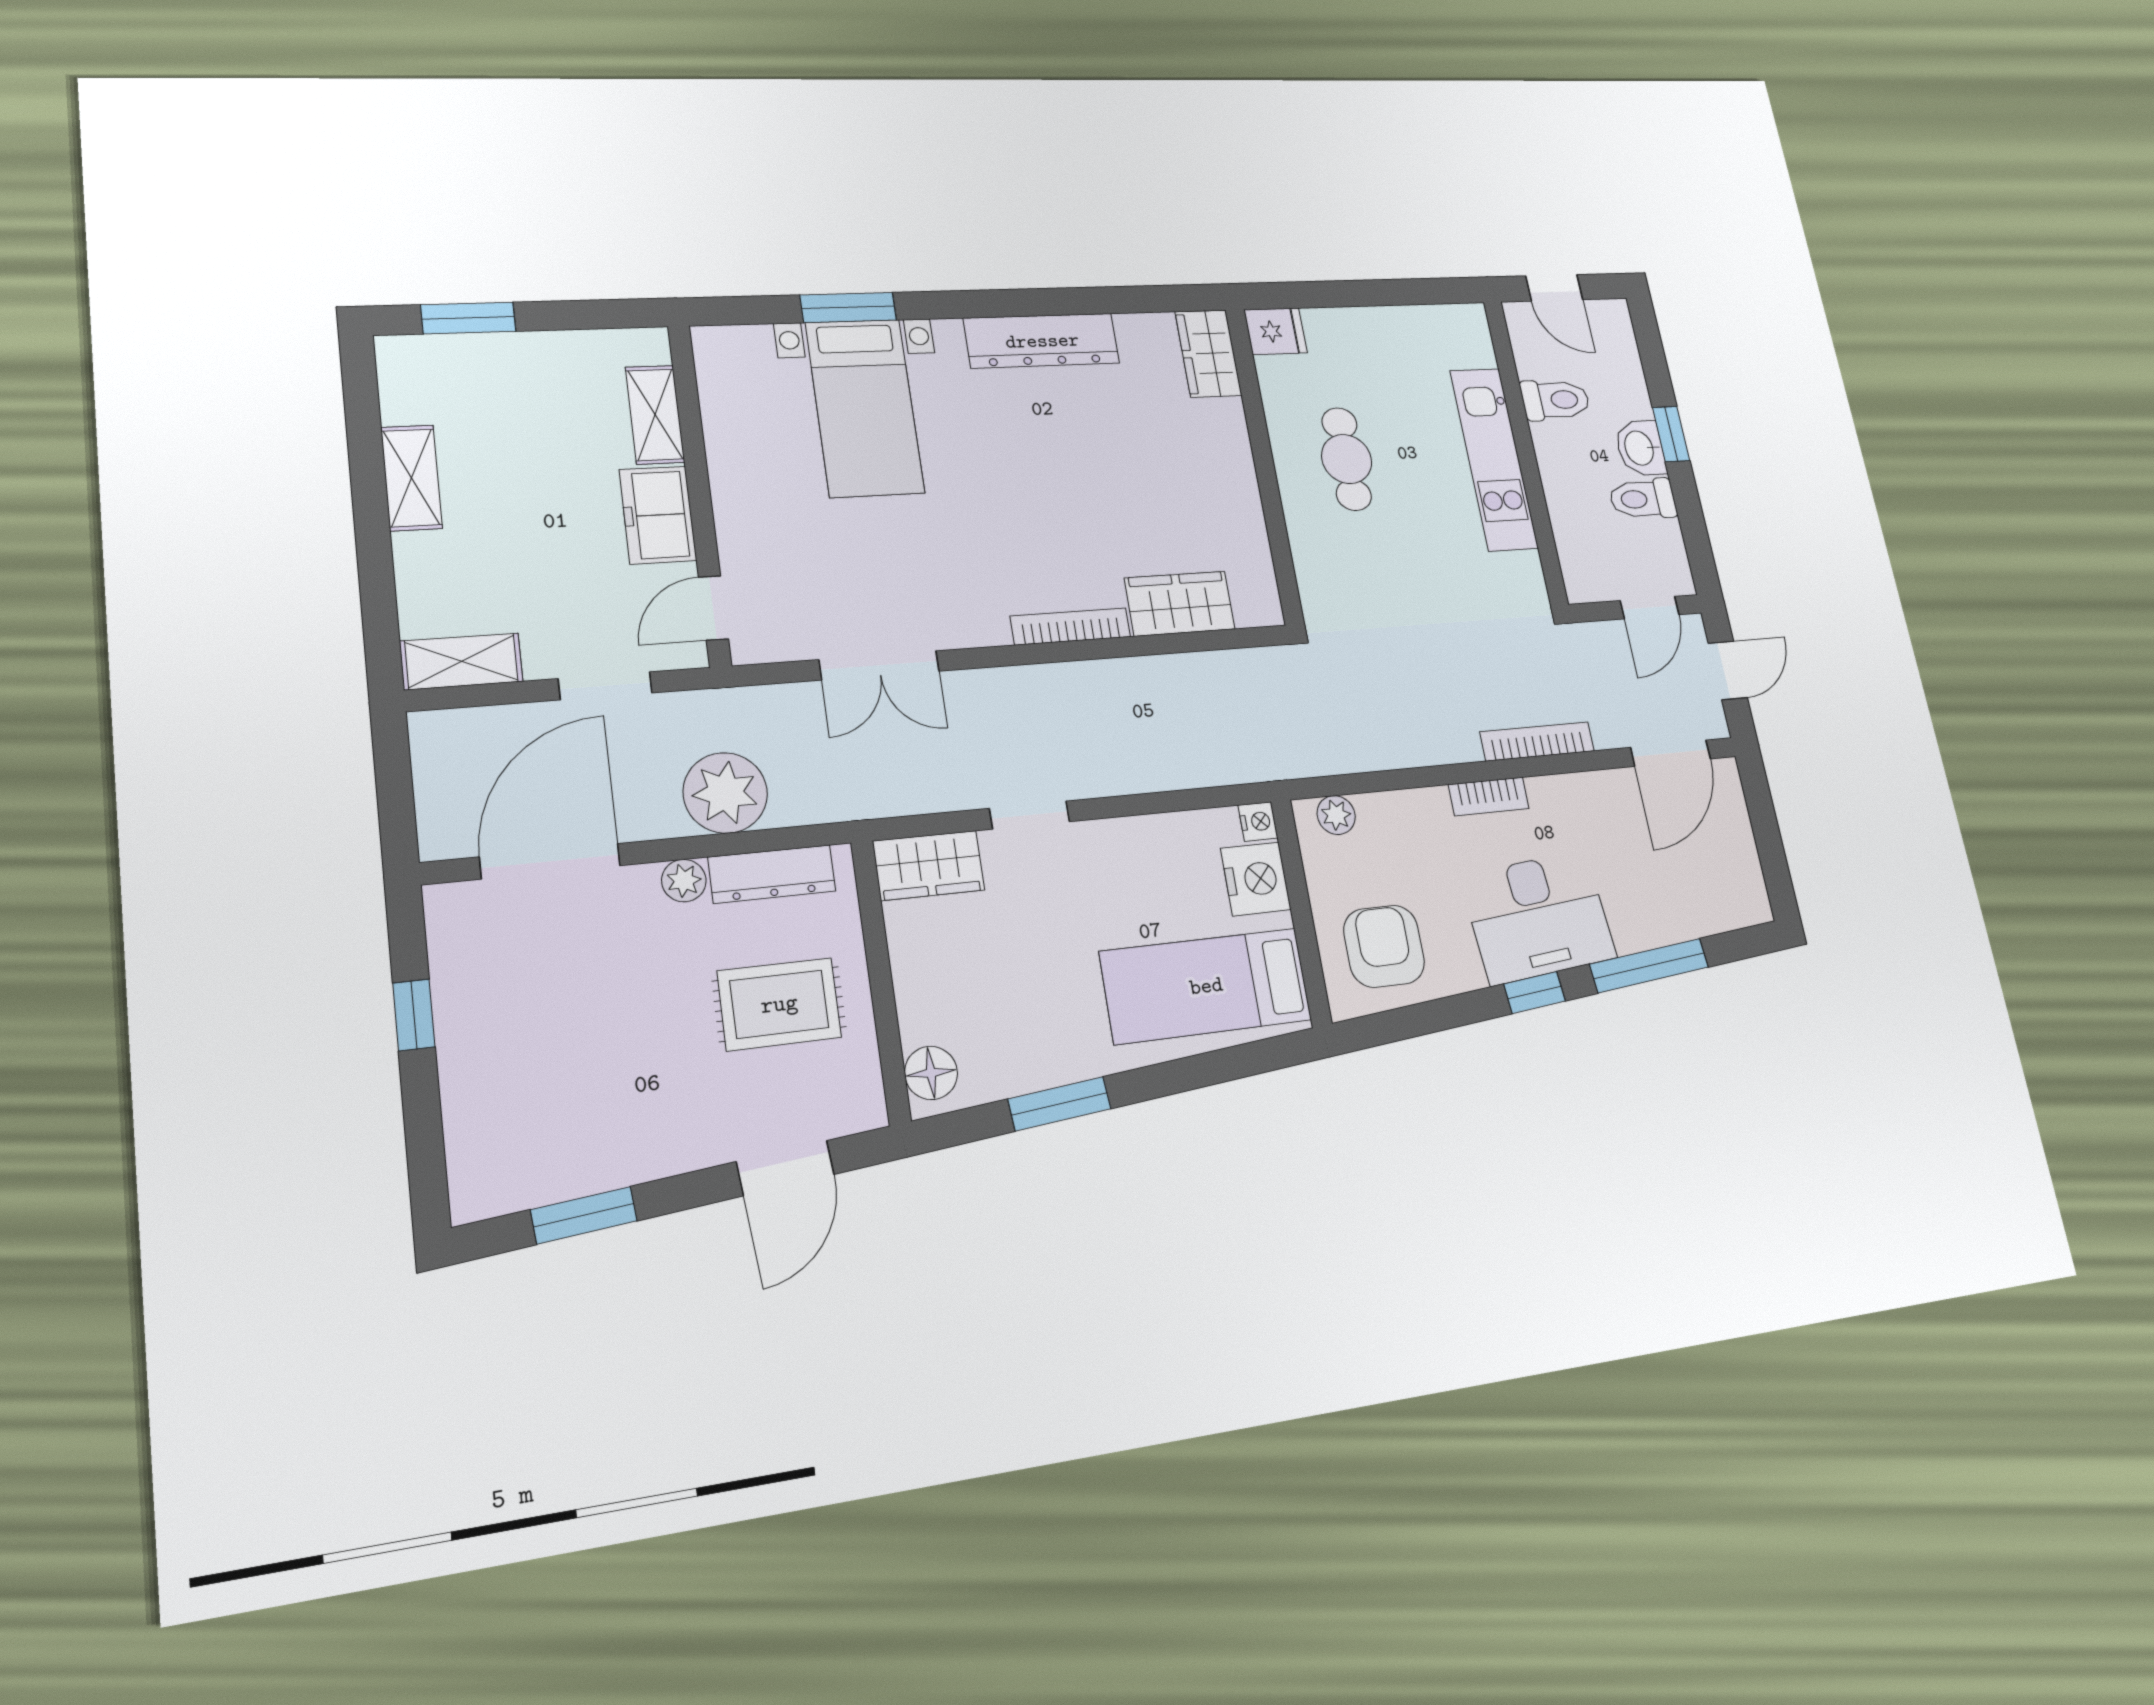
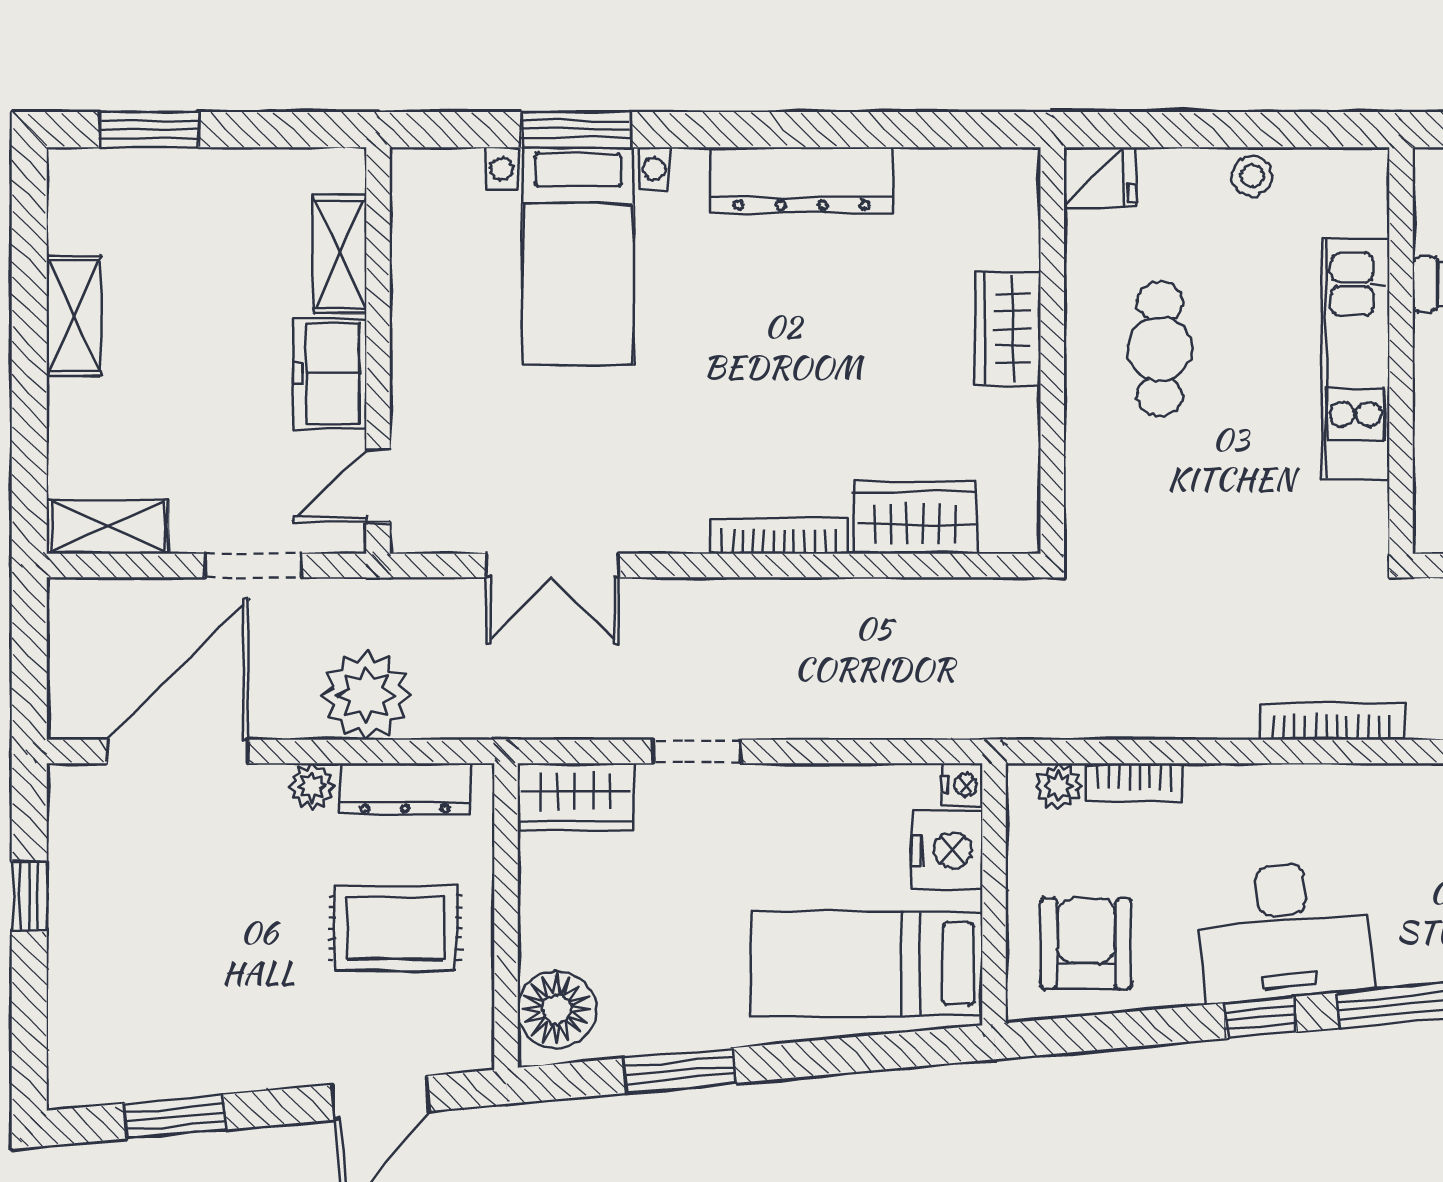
stool: (1389, 326) -> (1252, 176), added
wardrobe: (1208, 353) -> (1008, 328), moved
bookcase: (1489, 796) -> (1135, 782), moved
floor lamp: (931, 1073) -> (556, 1009), width x1.38, depth x1.38

